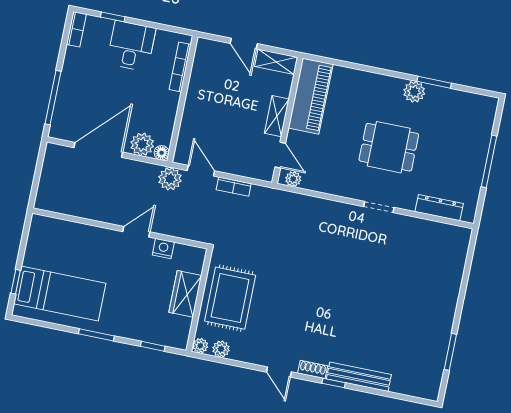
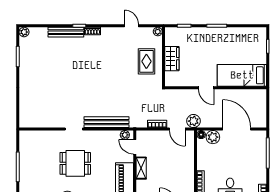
door: (98, 150) -> (237, 129), swing flipped
bench: (320, 207) -> (106, 122), added
dresser: (439, 208) -> (40, 135), removed
door: (136, 232) -> (206, 88), hinge flipped
nightstand: (163, 249) -> (189, 81), removed
bed: (60, 294) -> (242, 75), moved
rug: (230, 298) -> (146, 61), width x0.73, depth x0.70
plant: (221, 349) -> (24, 32), moved
door: (279, 372) -> (132, 26), moved

